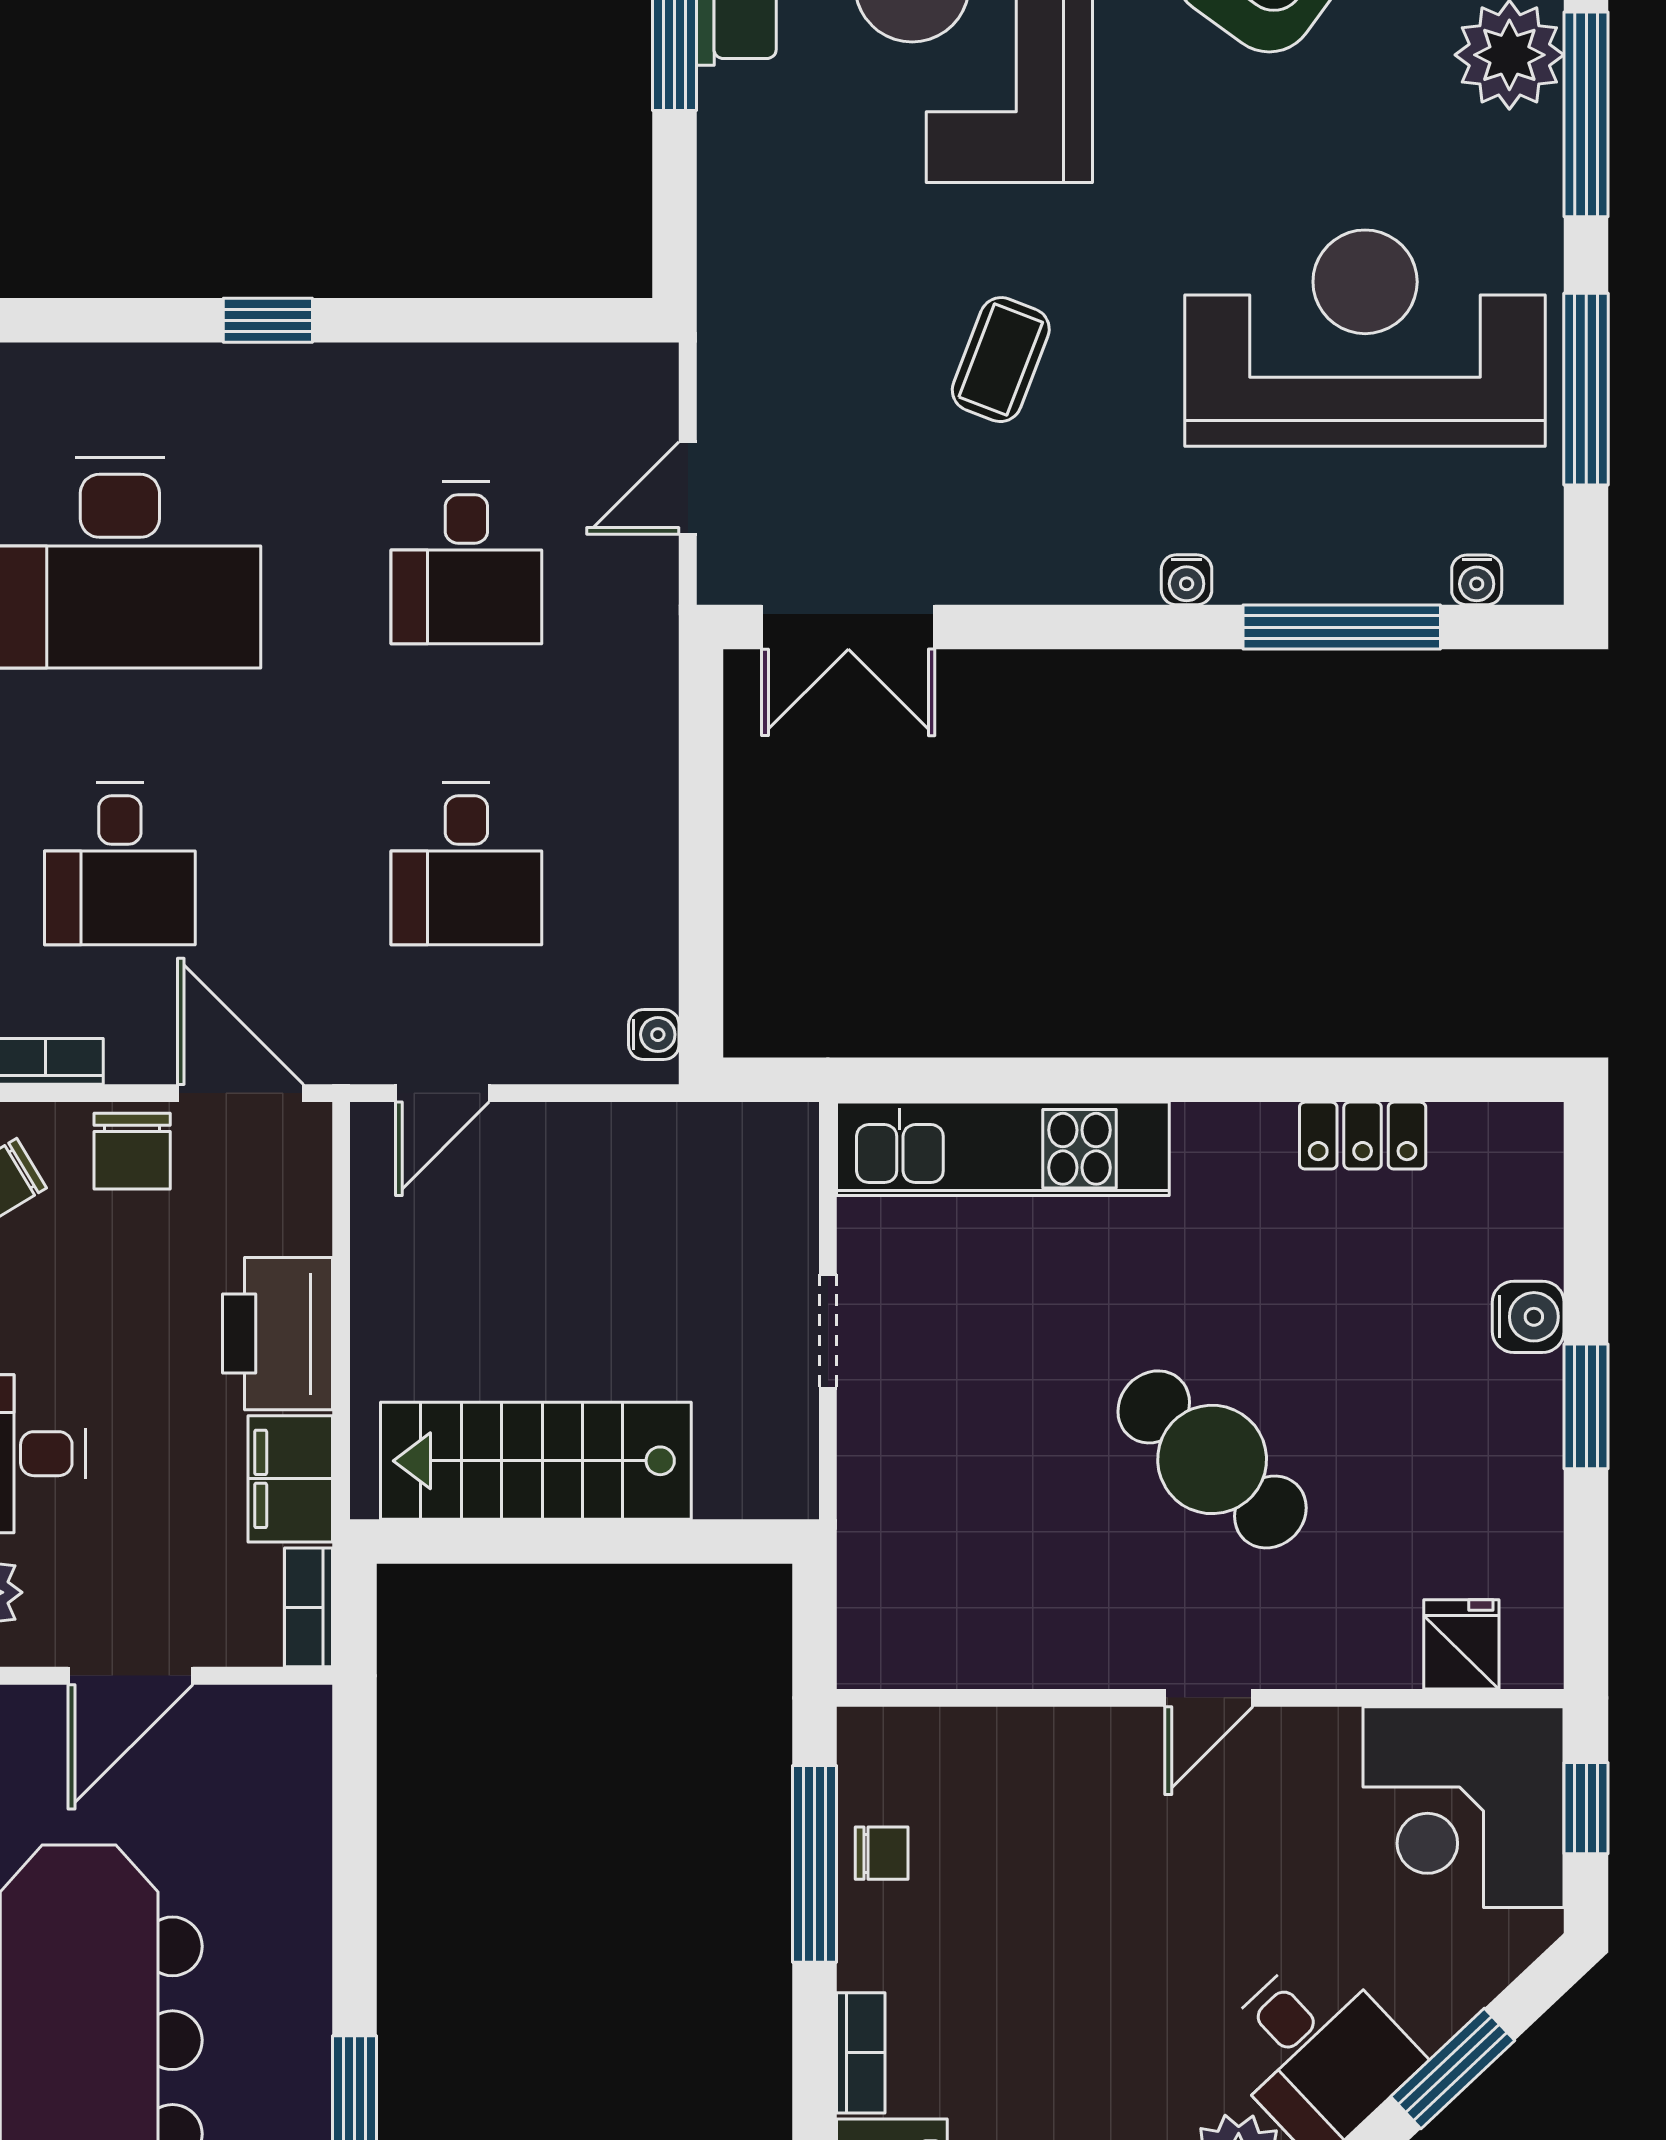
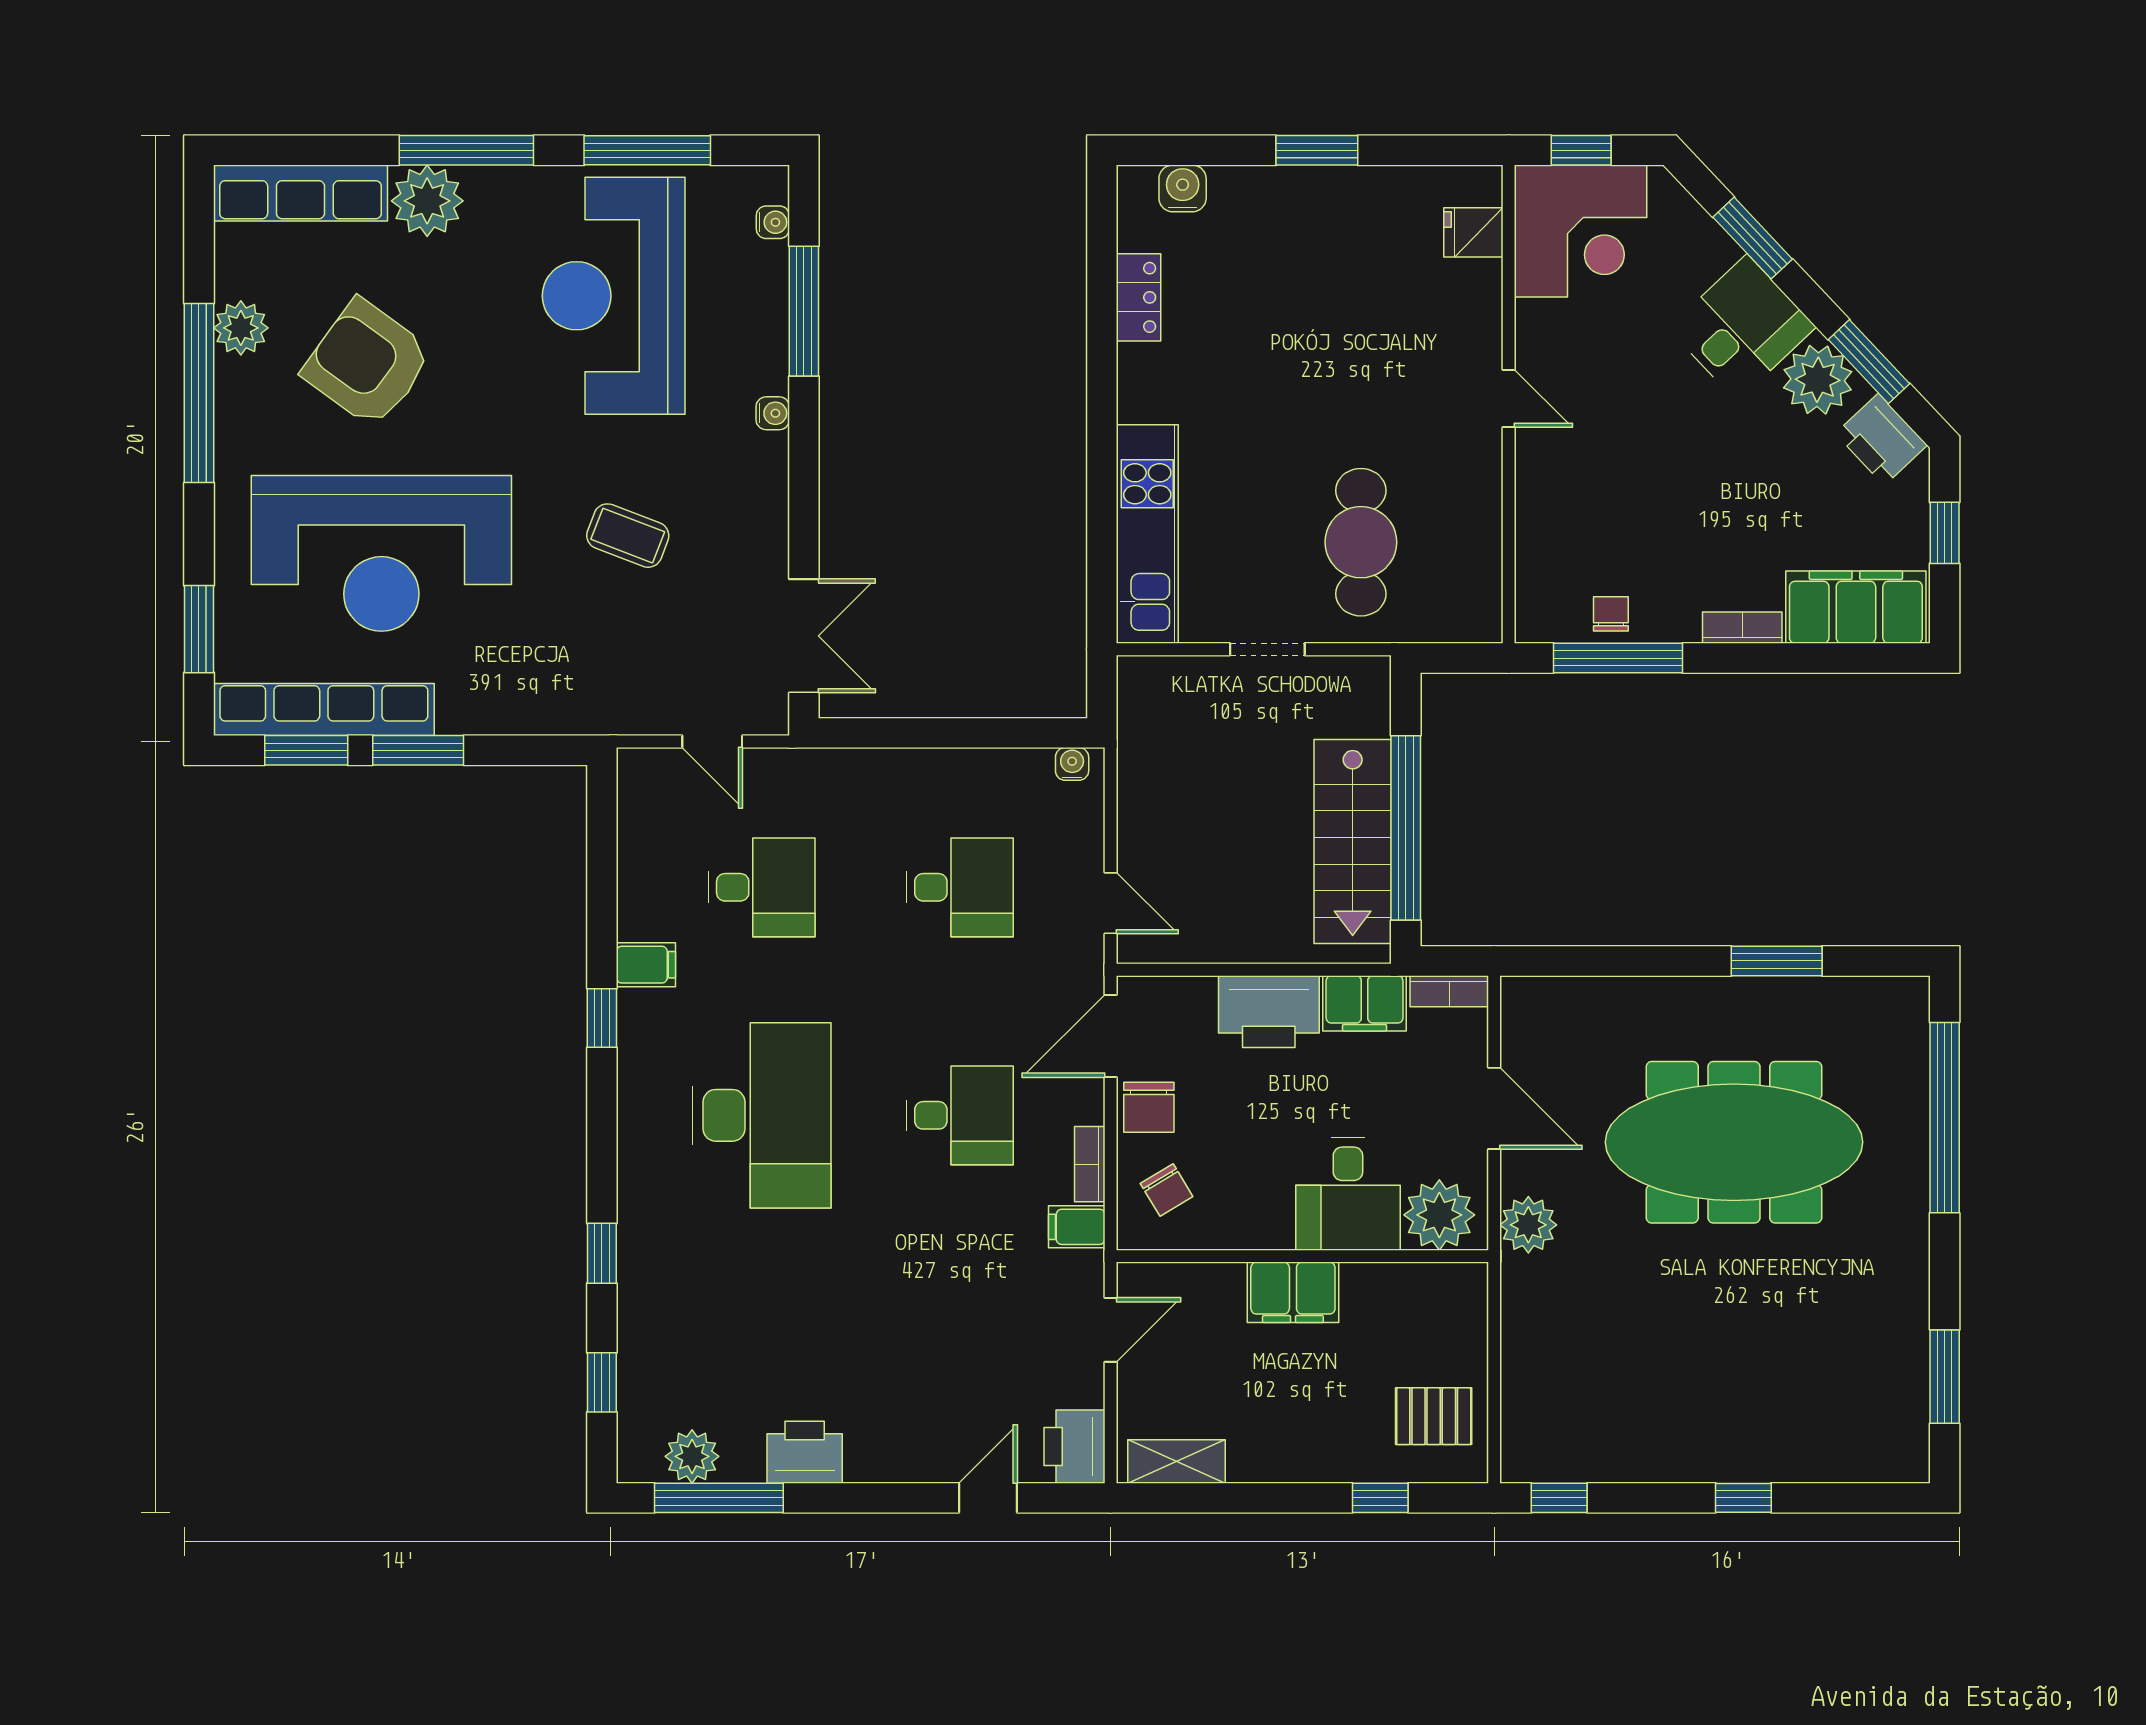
filing cabinet: (349, 387) -> (646, 965), added
chair: (132, 1151) -> (1149, 1107), turned 90
water cooler: (1528, 1317) -> (1183, 188), moved
cafe table: (1212, 1459) -> (1361, 542), moved, turned -42
window: (557, 1542) -> (1406, 828), added

